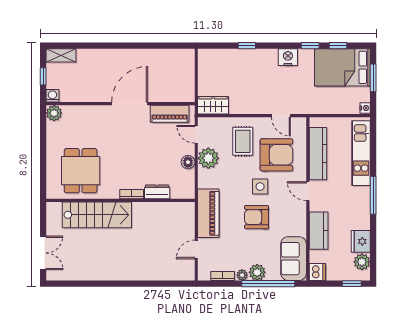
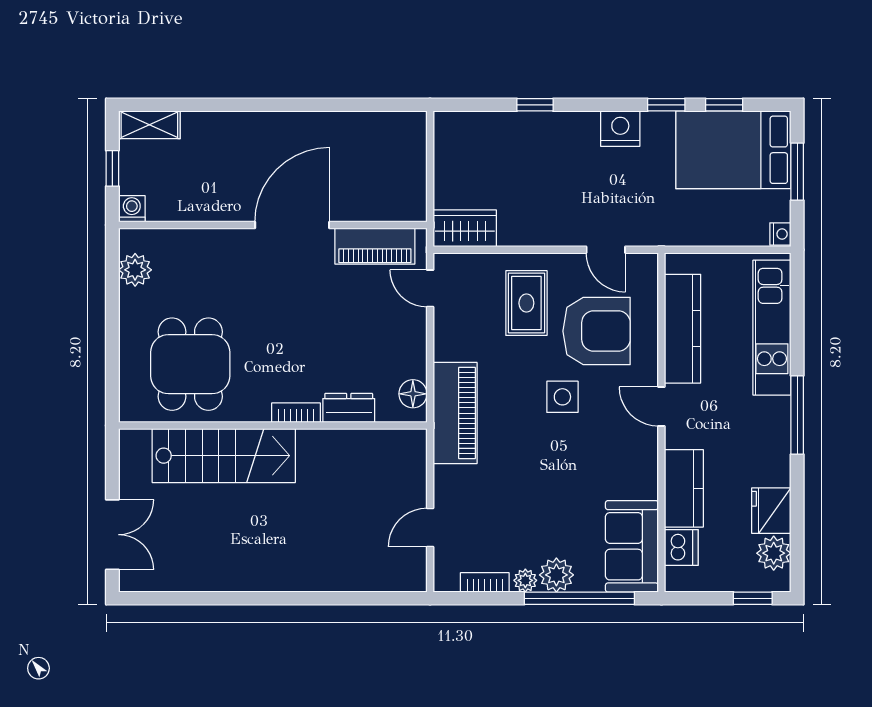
plant: (54, 113) -> (135, 270), moved
plant: (208, 158) -> (455, 338), removed
floor lamp: (188, 162) -> (413, 394), moved
piano: (208, 213) -> (455, 413), moved
armchair: (256, 217) -> (555, 460), removed
dishwasher: (317, 272) -> (681, 548), moved

